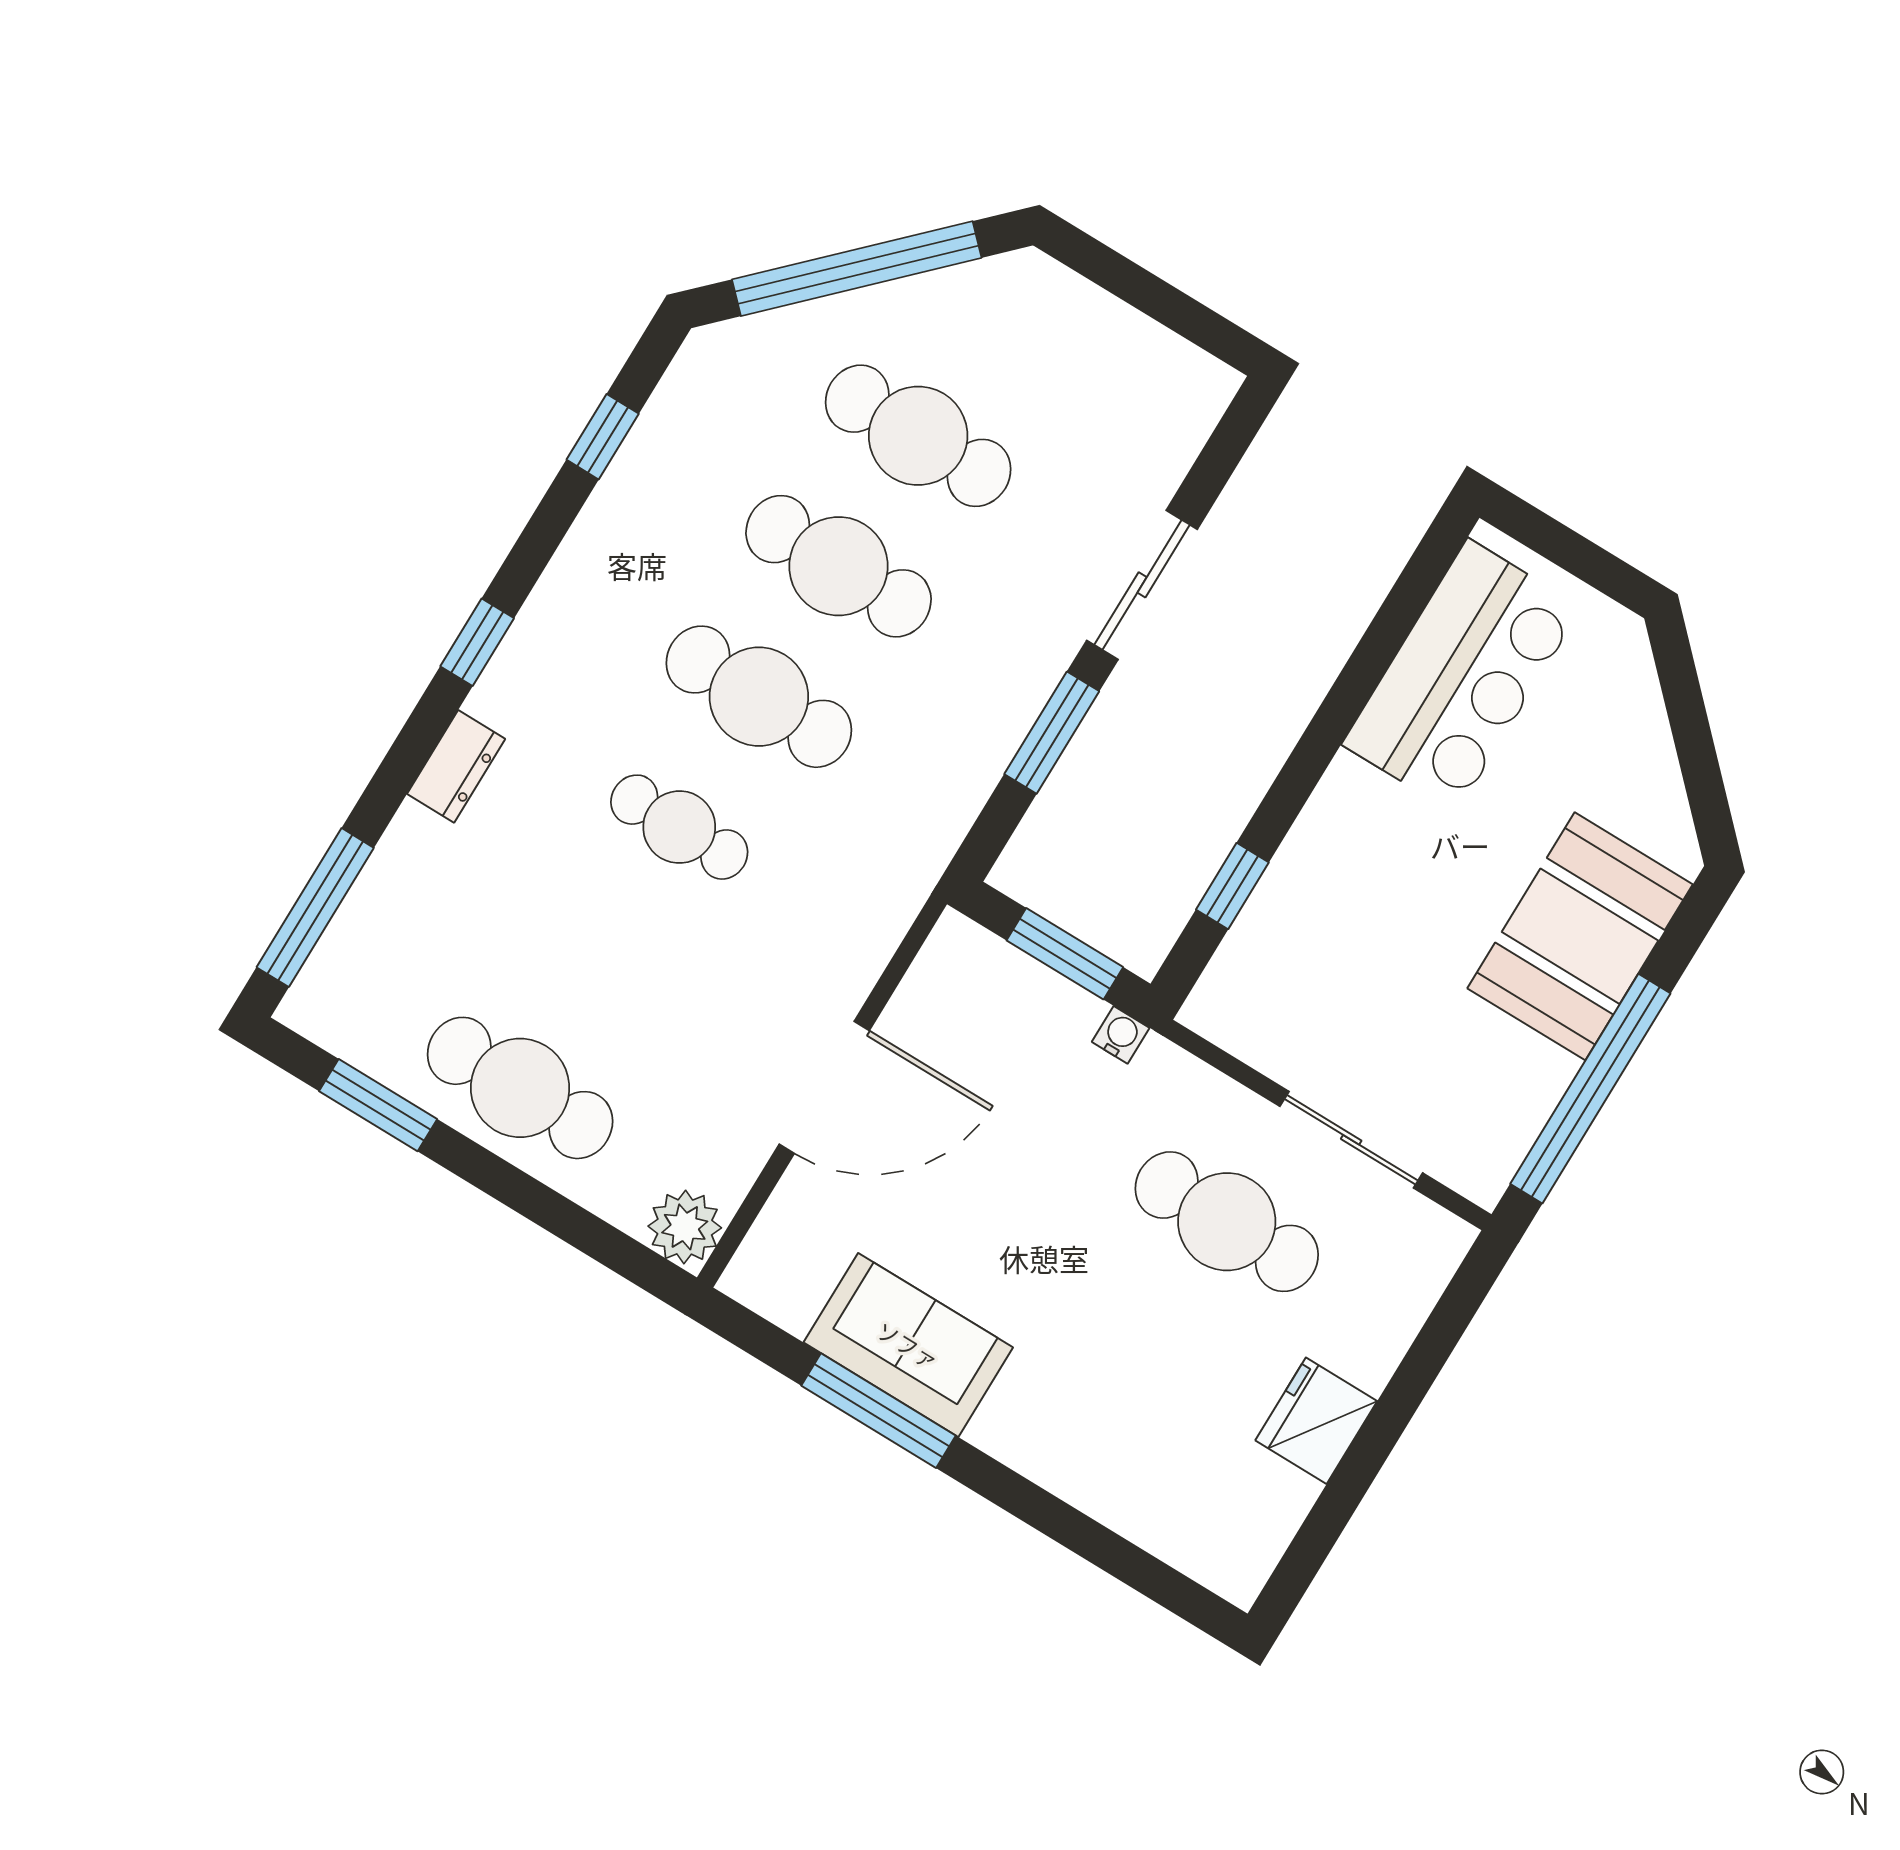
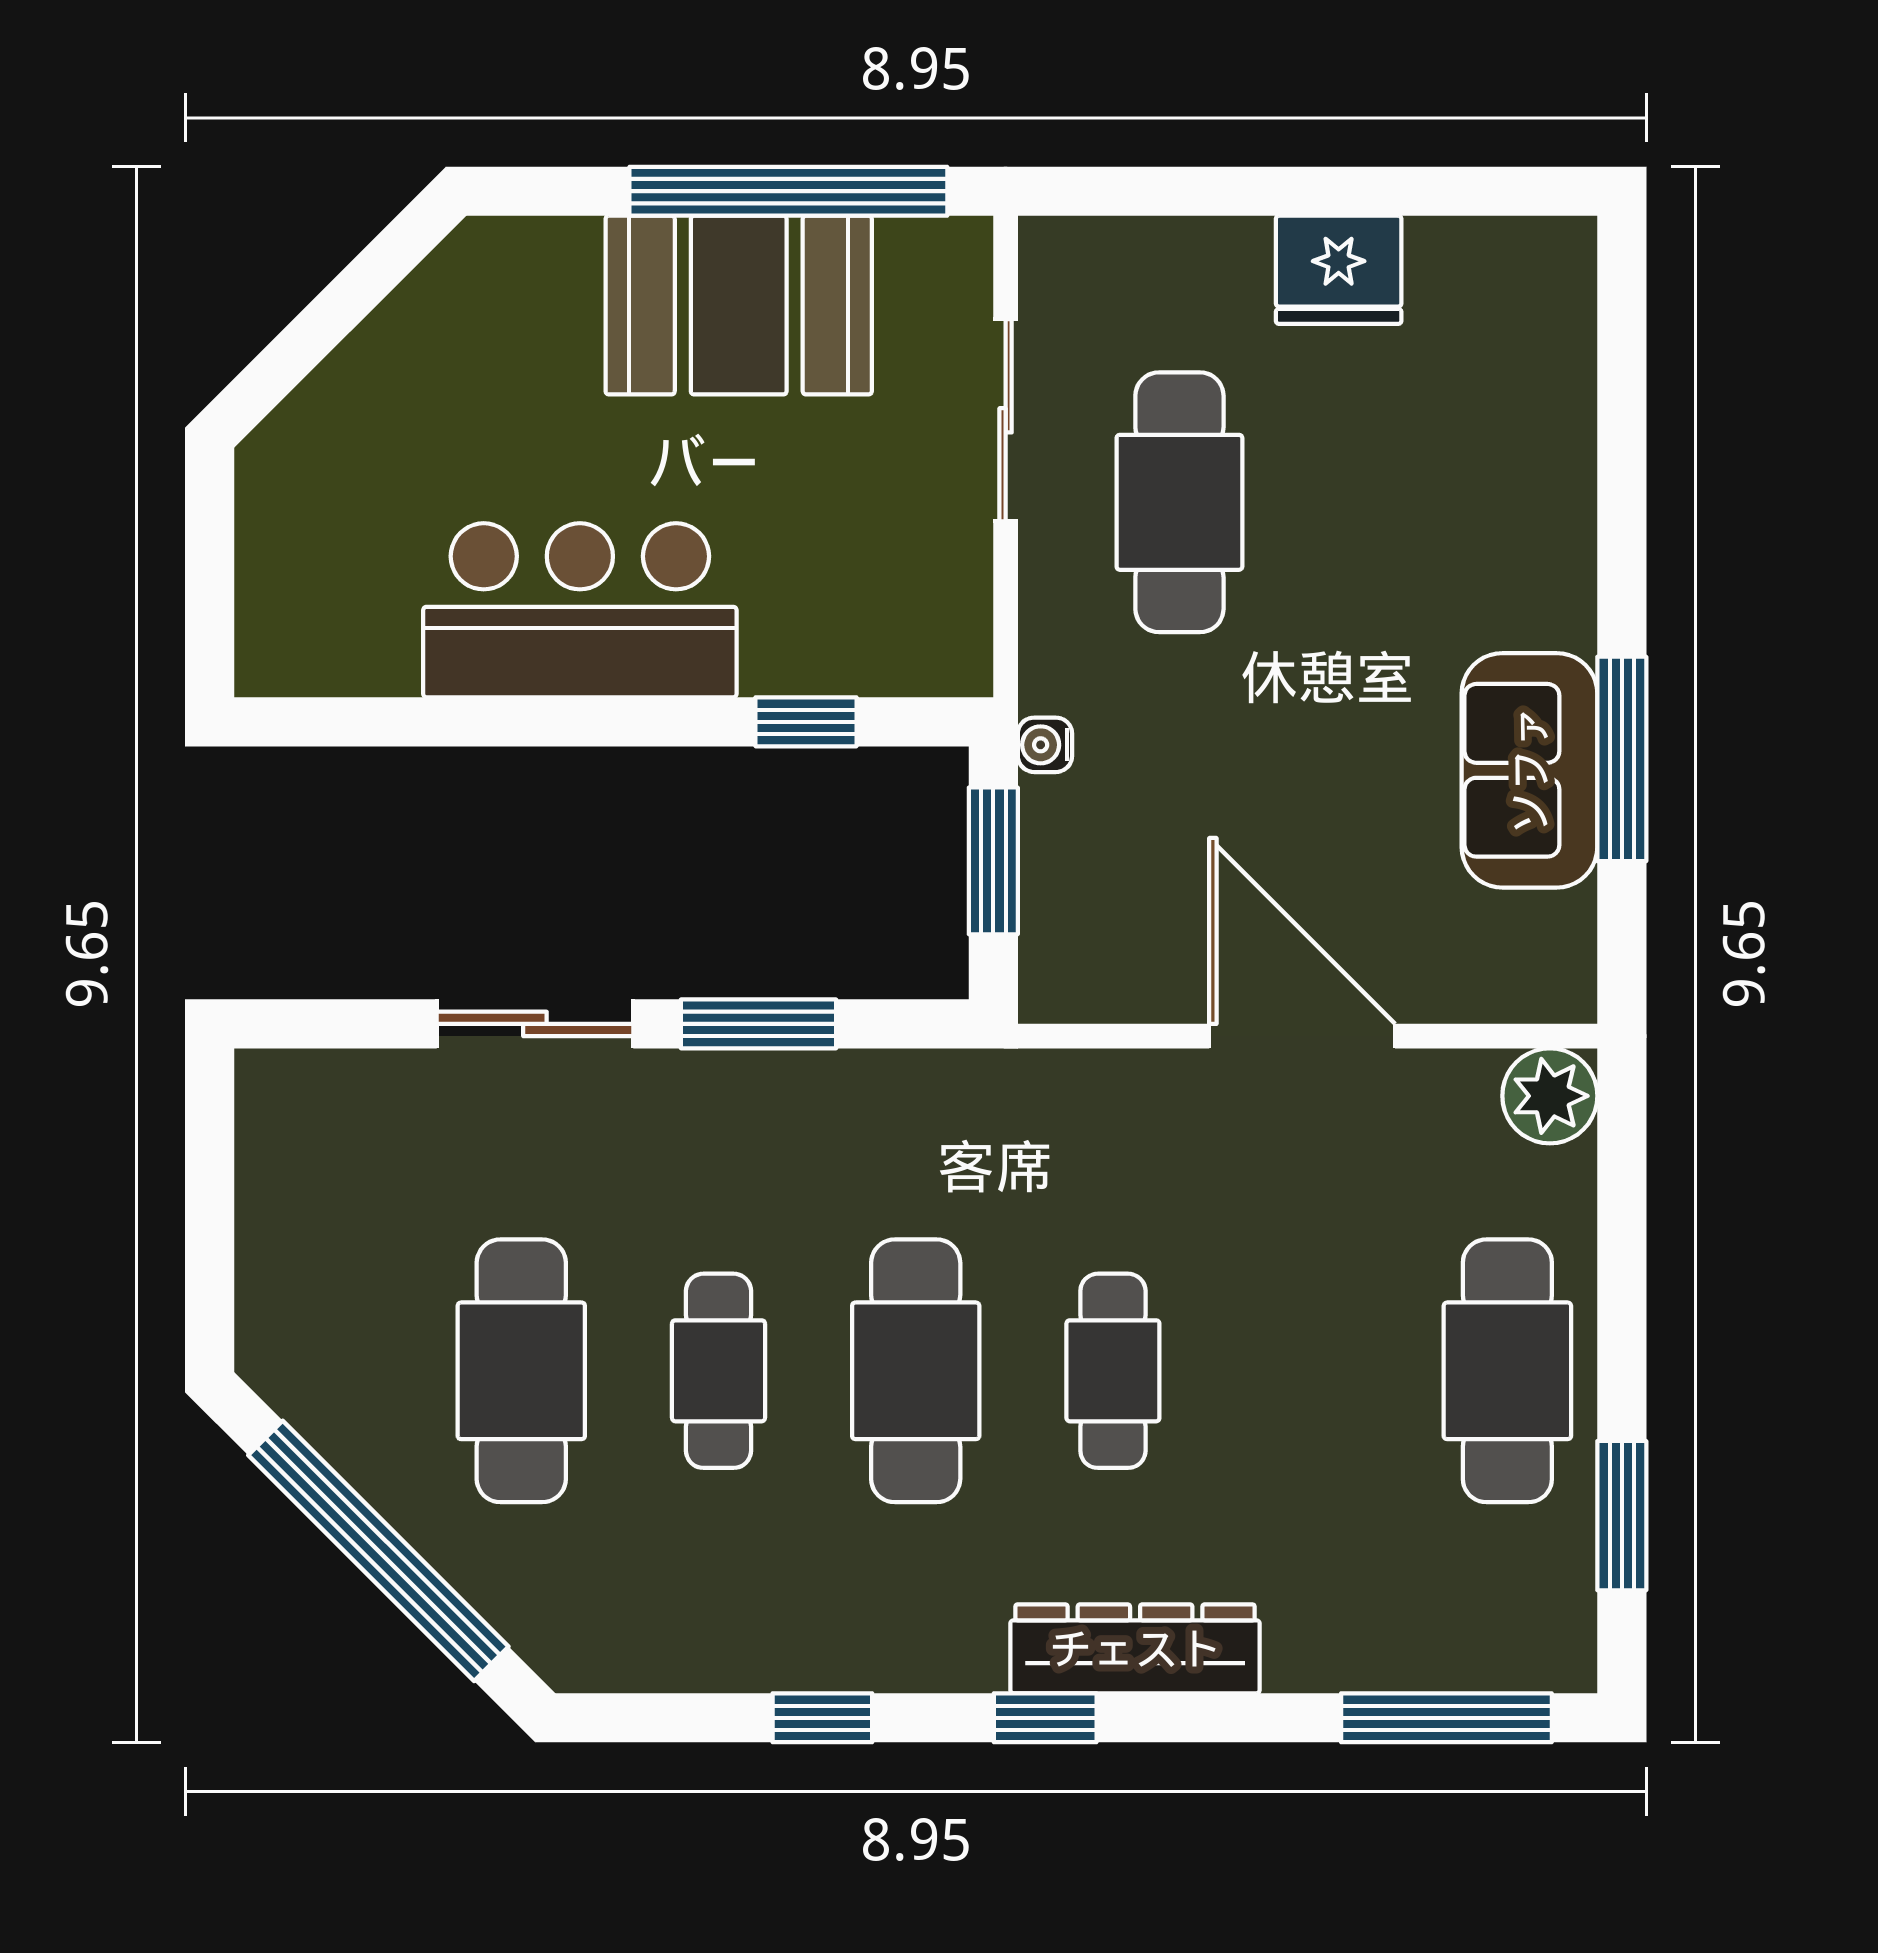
window: (603, 437) -> (822, 1718), moved
cafe table: (839, 566) -> (718, 1371), width x0.73, depth x0.74
bar counter: (1462, 676) -> (580, 610), moved
dresser: (456, 766) -> (1135, 1649), width x1.96, depth x1.24
booth: (1580, 936) -> (739, 305), moved

